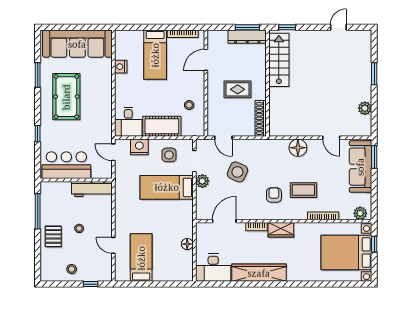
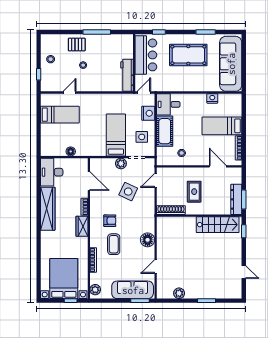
bar counter: (66, 165) -> (146, 55), moved
wall: (76, 180) -> (134, 63), moved
workbench: (92, 189) -> (127, 75), moved

